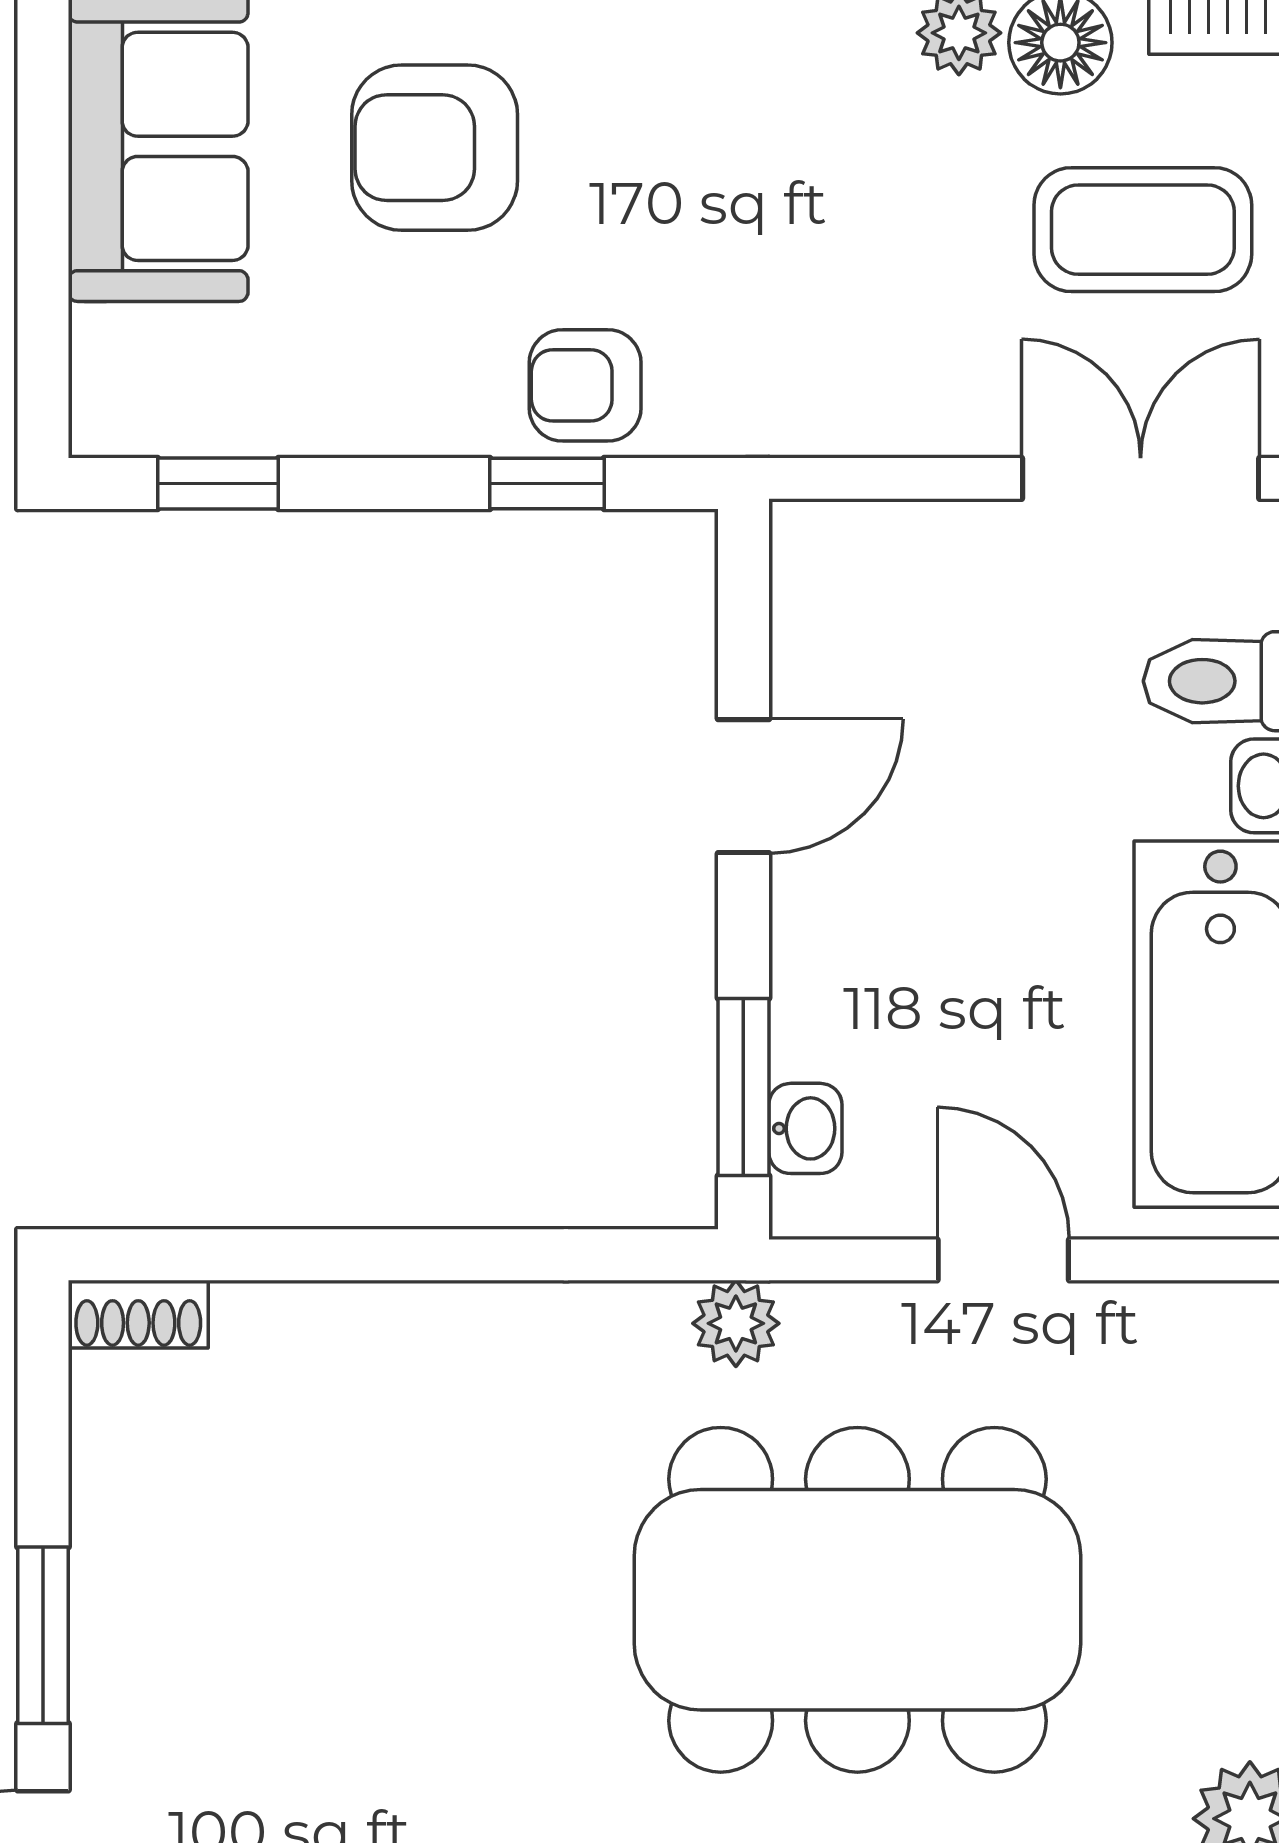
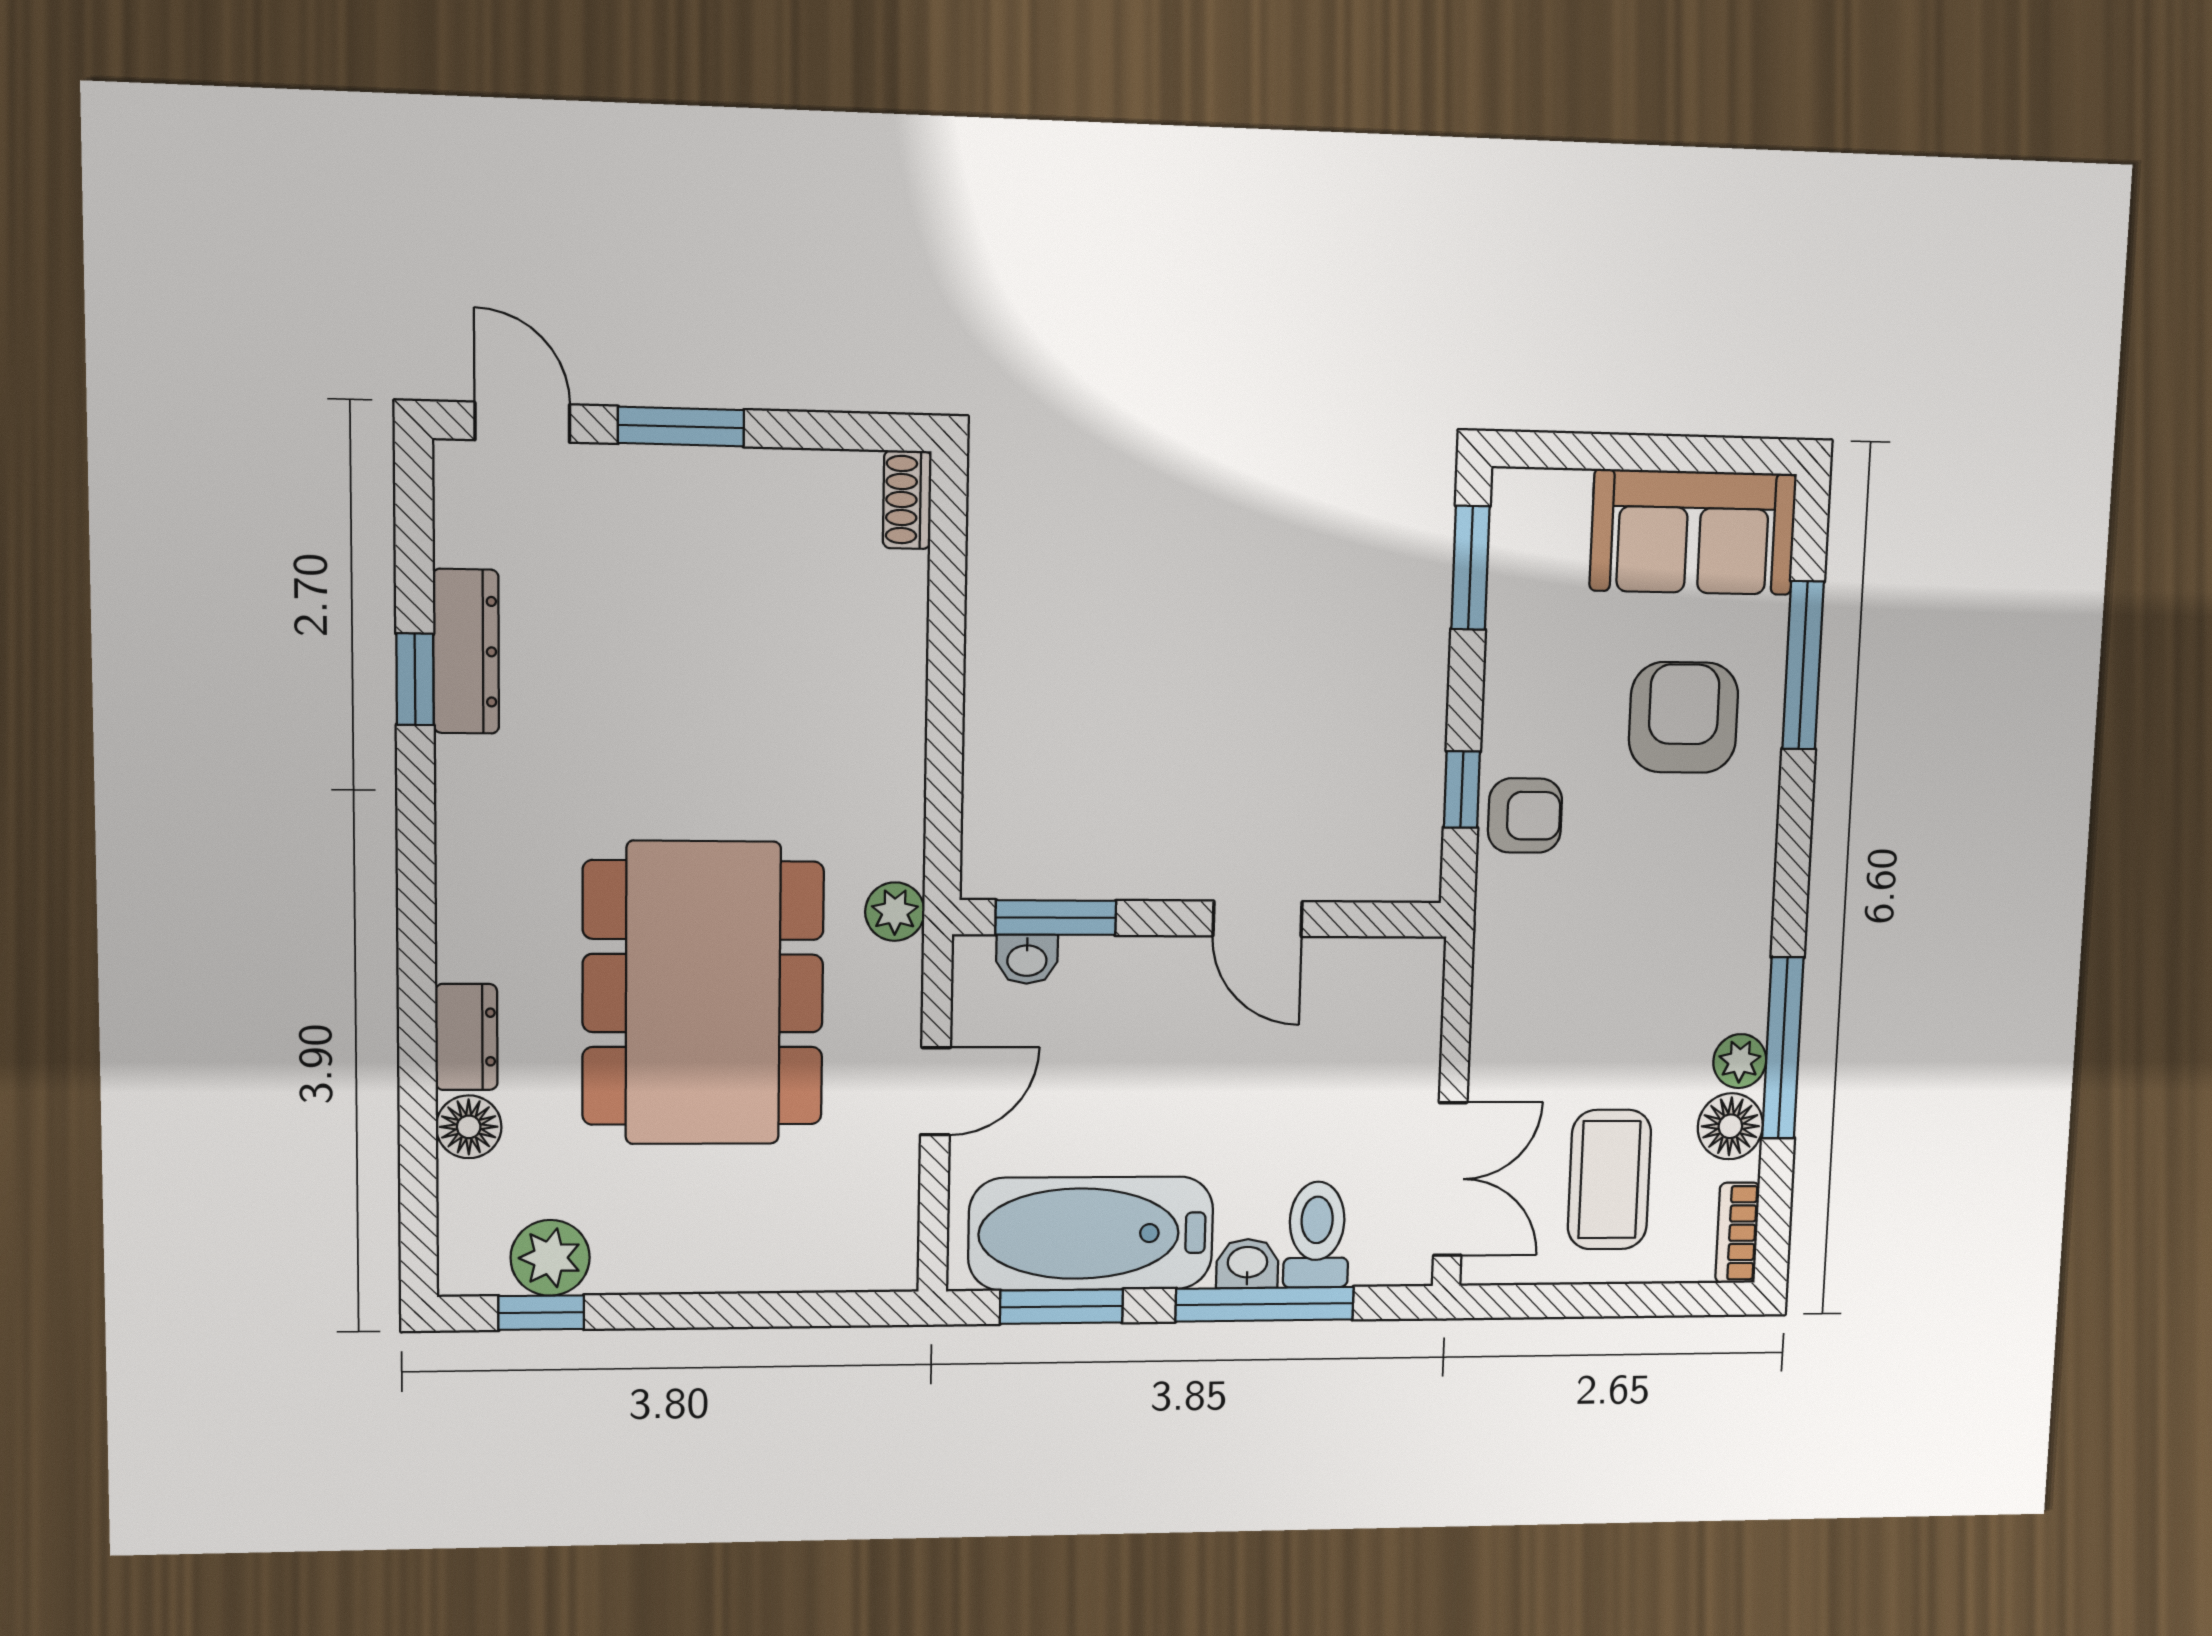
armchair: (585, 385) -> (1525, 816), turned 90
window: (218, 483) -> (1470, 568), width x1.50

